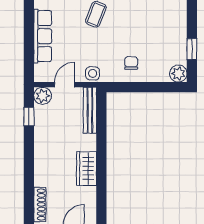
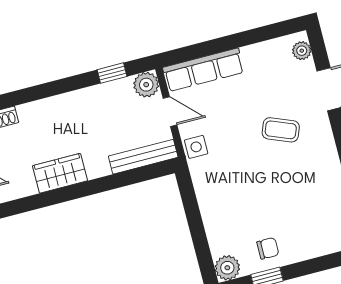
row of seats: (43, 36) -> (203, 70), moved
chair: (131, 63) -> (268, 248), moved

